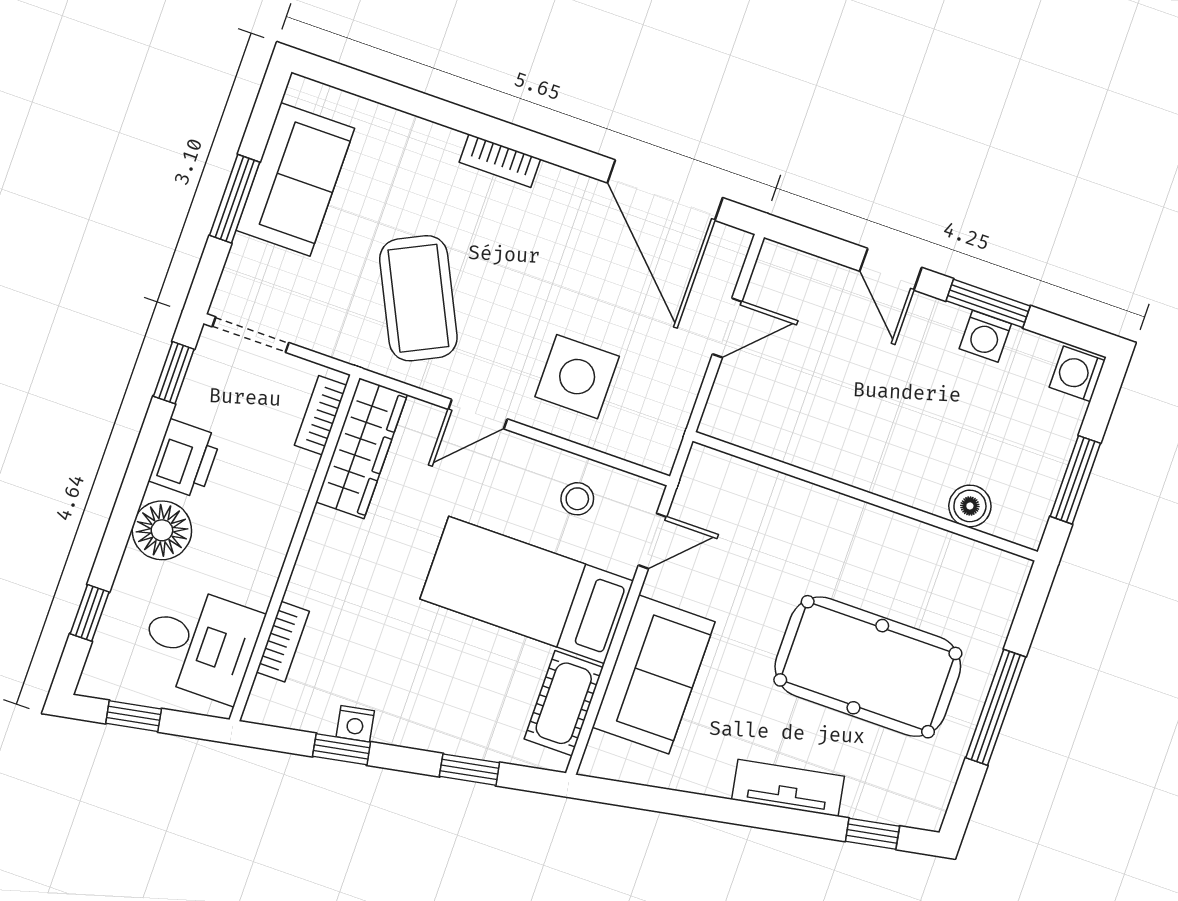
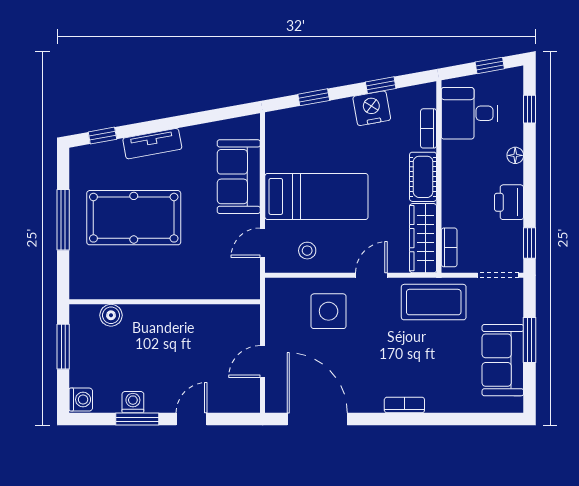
door: (891, 269) -> (191, 419), hinge flipped
coffee table: (418, 298) -> (434, 302), moved, turned -64
floor lamp: (162, 530) -> (515, 155), width x0.53, depth x0.53
cot: (564, 703) -> (423, 177), moved
nightstand: (355, 724) -> (372, 108), width x1.89, depth x1.79

